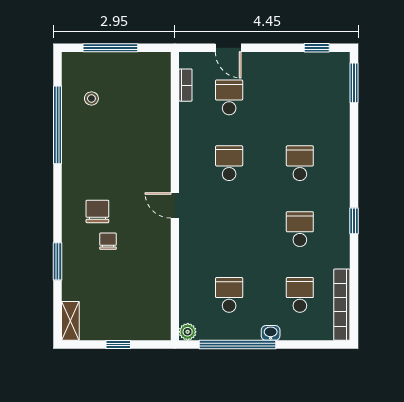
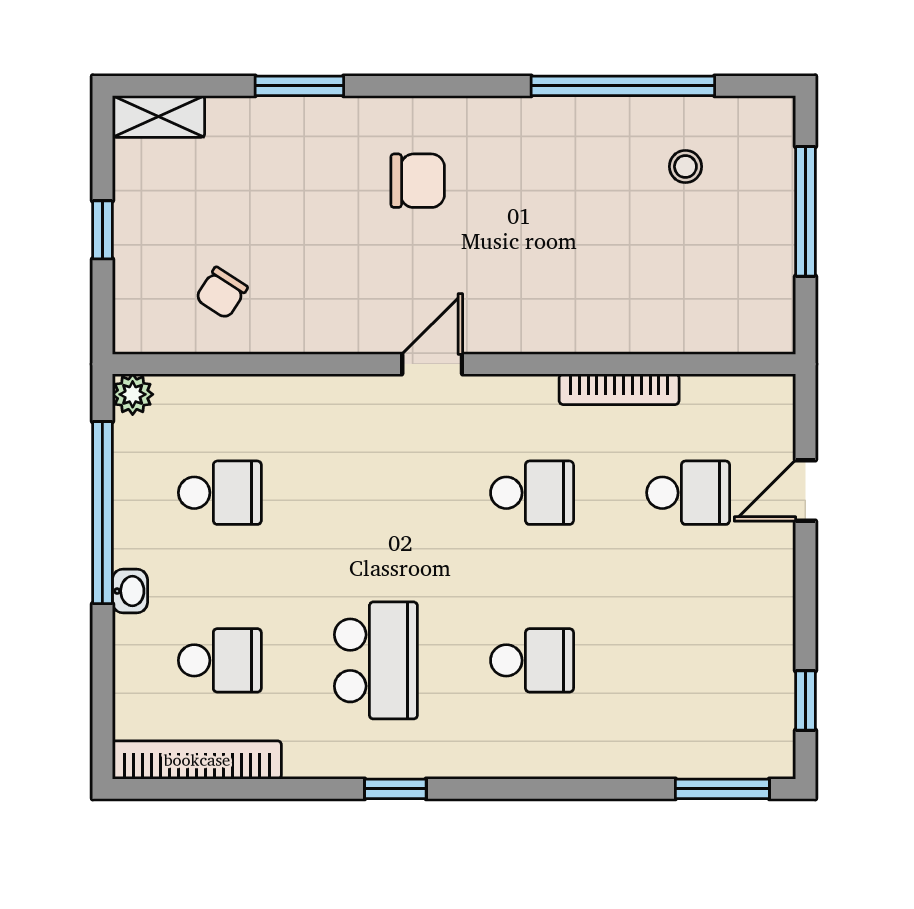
bookcase: (185, 85) -> (619, 389), moved, width x1.56
school desk: (300, 229) -> (376, 660), width x1.85
chair: (108, 241) -> (221, 293), moved, turned 123

